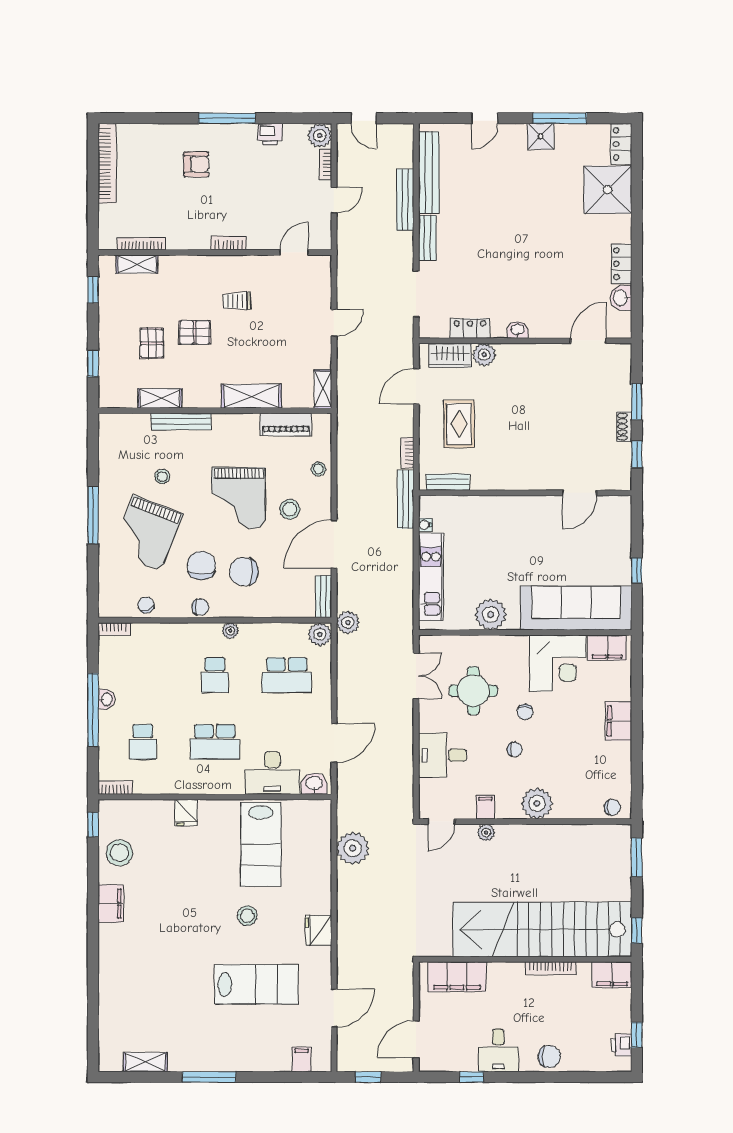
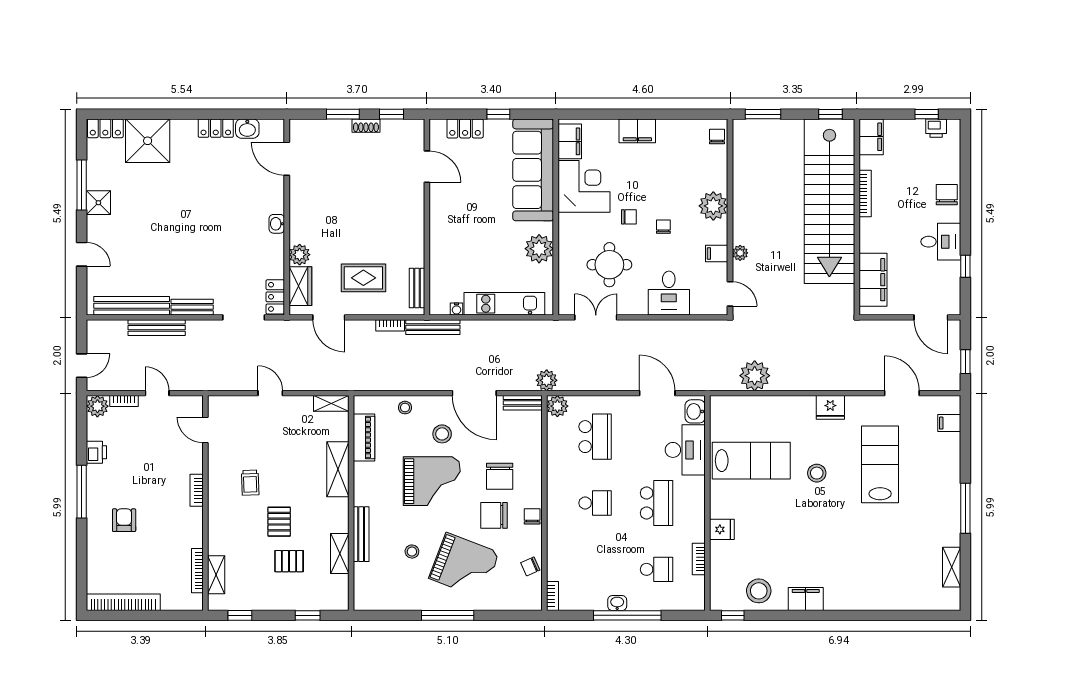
locker: (470, 328) -> (275, 297), moved
locker: (621, 534) -> (465, 128), added
plant: (230, 631) -> (554, 489), removed
bookcase: (115, 788) -> (699, 559), moved

